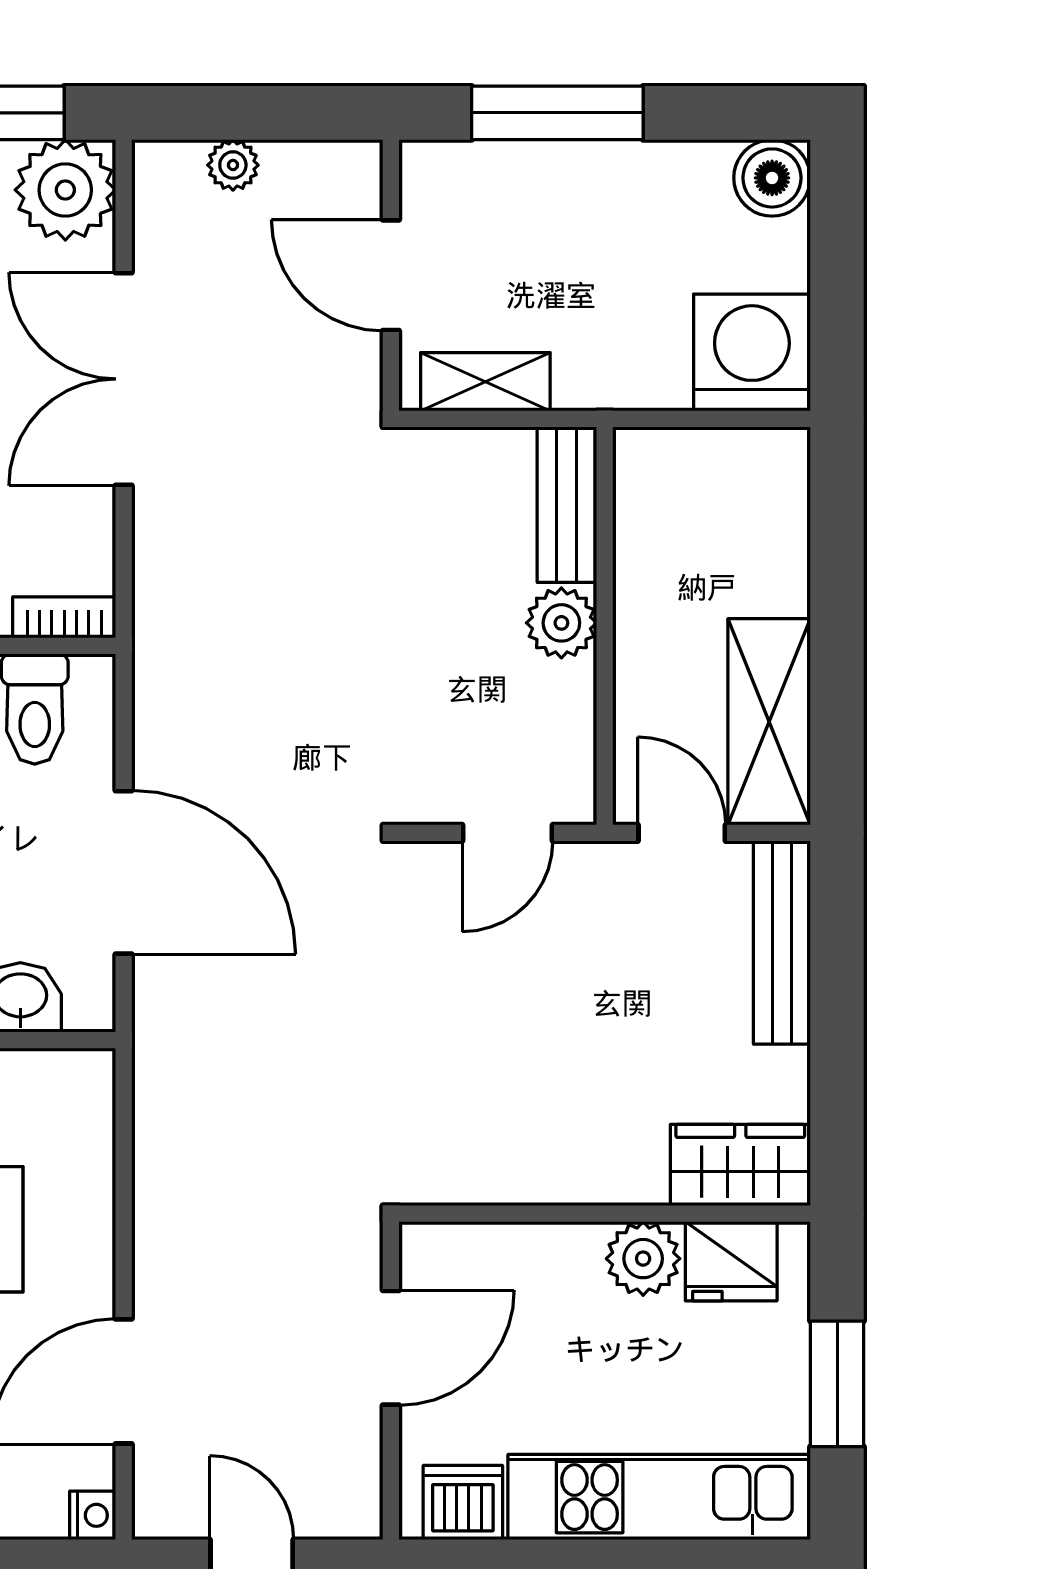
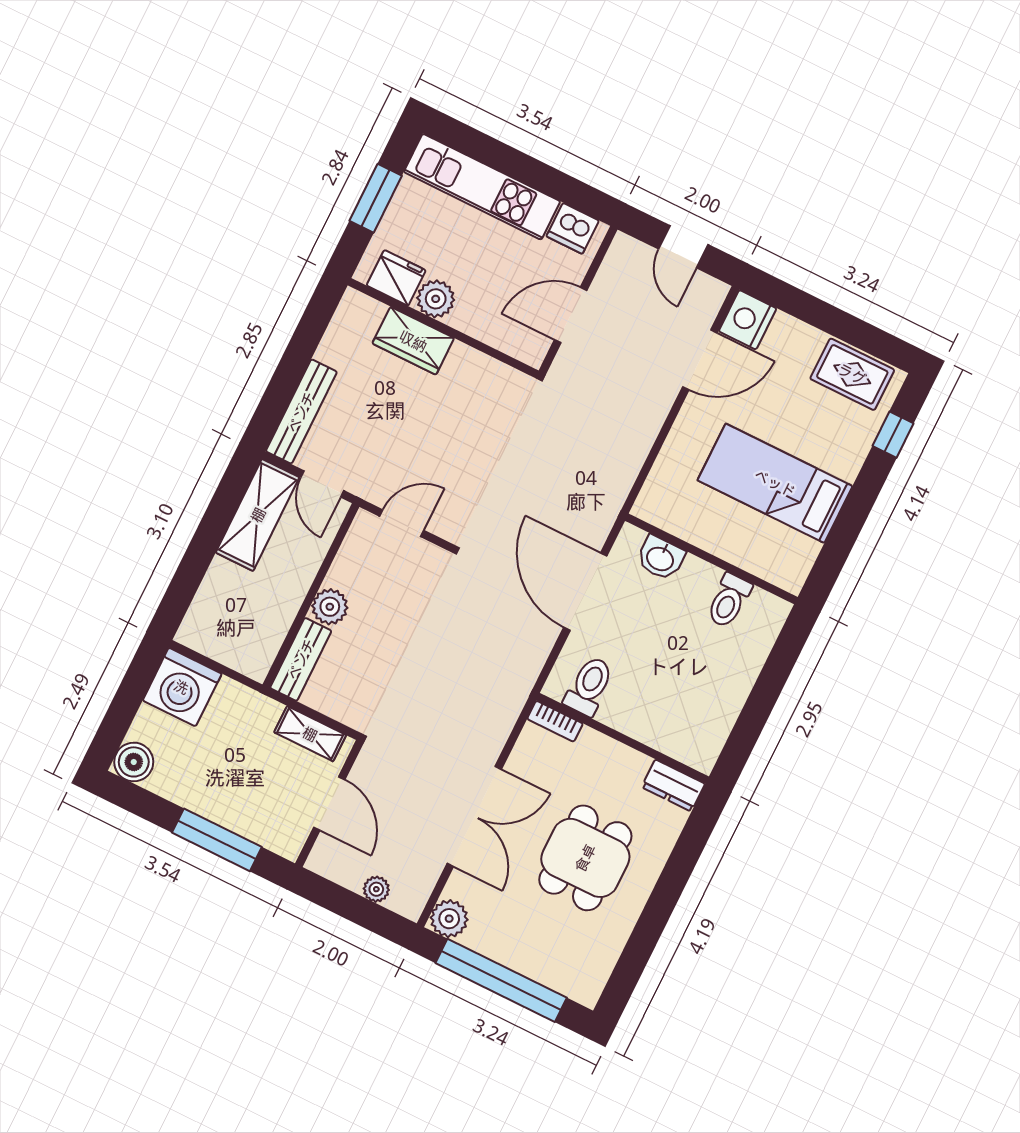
plant: (65, 190) -> (449, 919), width x0.73, depth x0.73
wardrobe: (740, 1165) -> (413, 341), moved
nightstand: (93, 1515) -> (748, 320), width x1.89, depth x1.79

